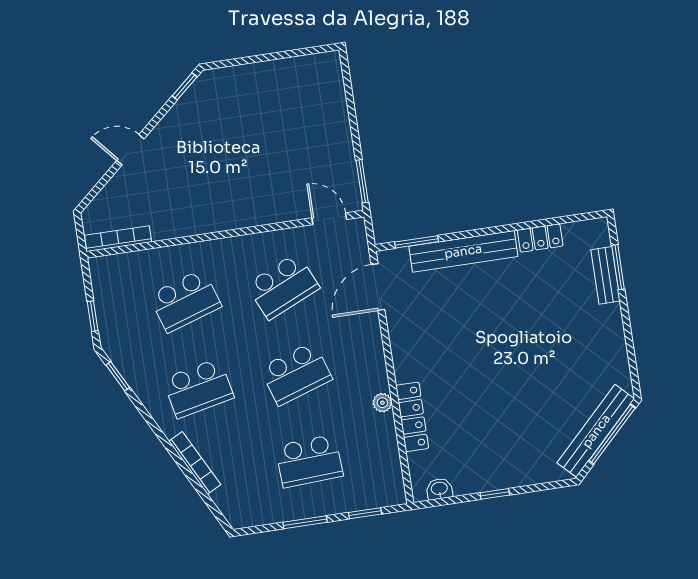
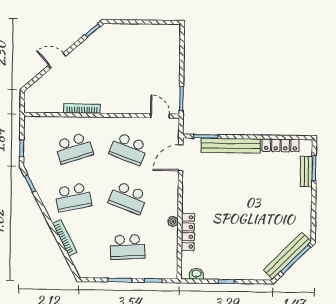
locker: (540, 238) -> (280, 145), width x1.53
bookcase: (118, 239) -> (82, 109), moved
school desk: (283, 286) -> (129, 149), turned 45
school desk: (296, 374) -> (128, 198), turned 39

